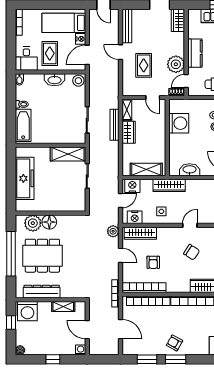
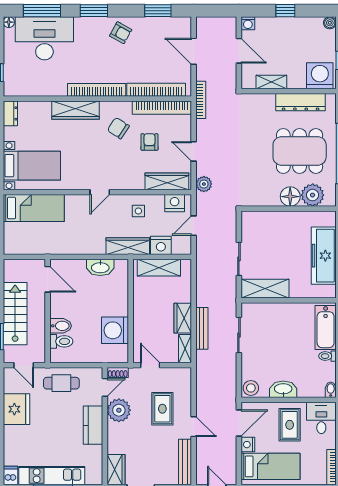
nightstand: (132, 186) -> (161, 245), moved
chair: (192, 252) -> (118, 128), moved
window: (176, 359) -> (94, 11), moved

